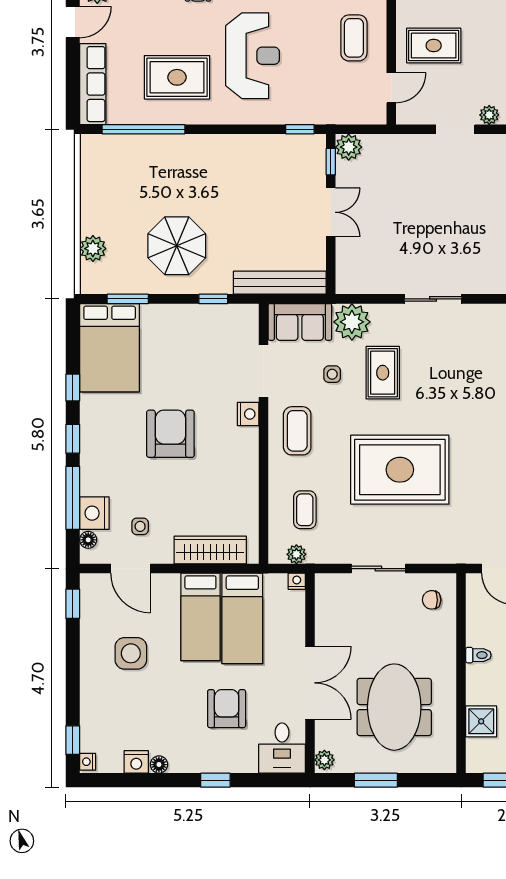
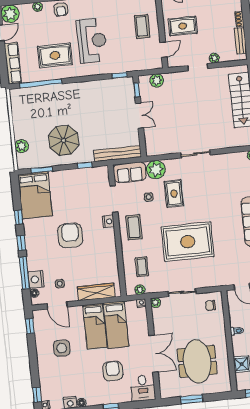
plant: (349, 147) -> (157, 80), moved
plant: (324, 760) -> (156, 303), moved

